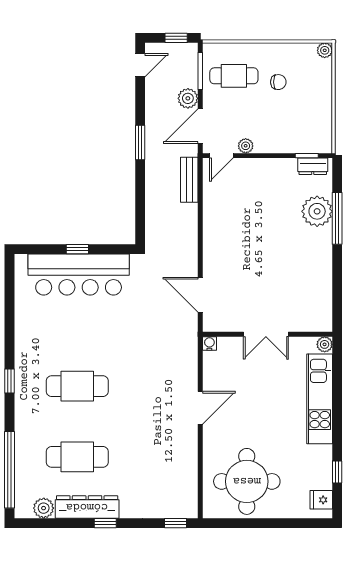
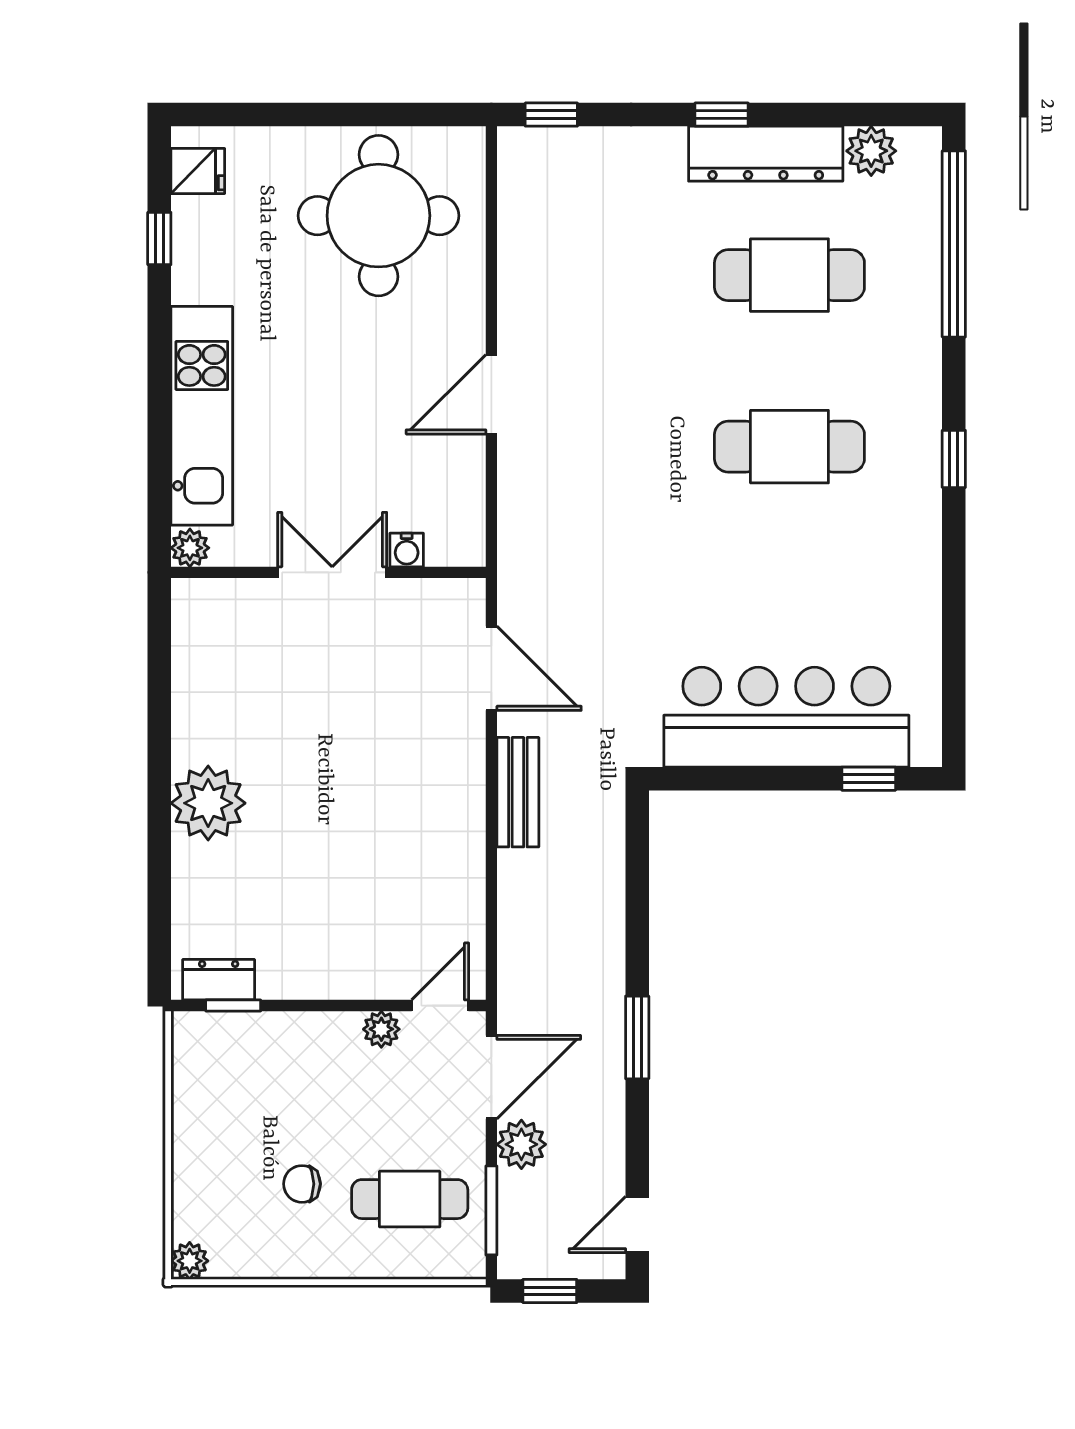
bench: (189, 180) -> (518, 792), moved
plant: (317, 211) -> (208, 803), moved
window: (337, 218) -> (159, 853), removed
window: (77, 249) -> (869, 779), moved
water cooler: (209, 343) -> (407, 550), moved

